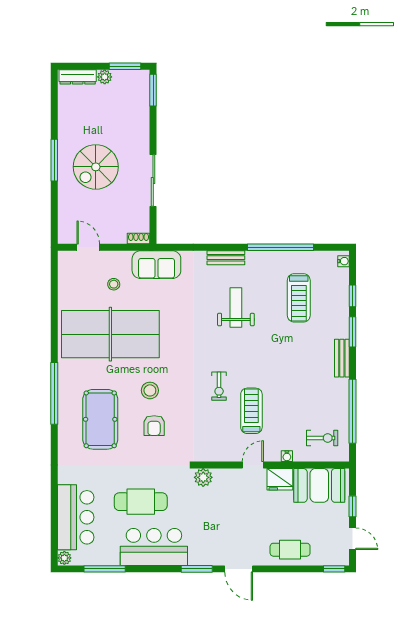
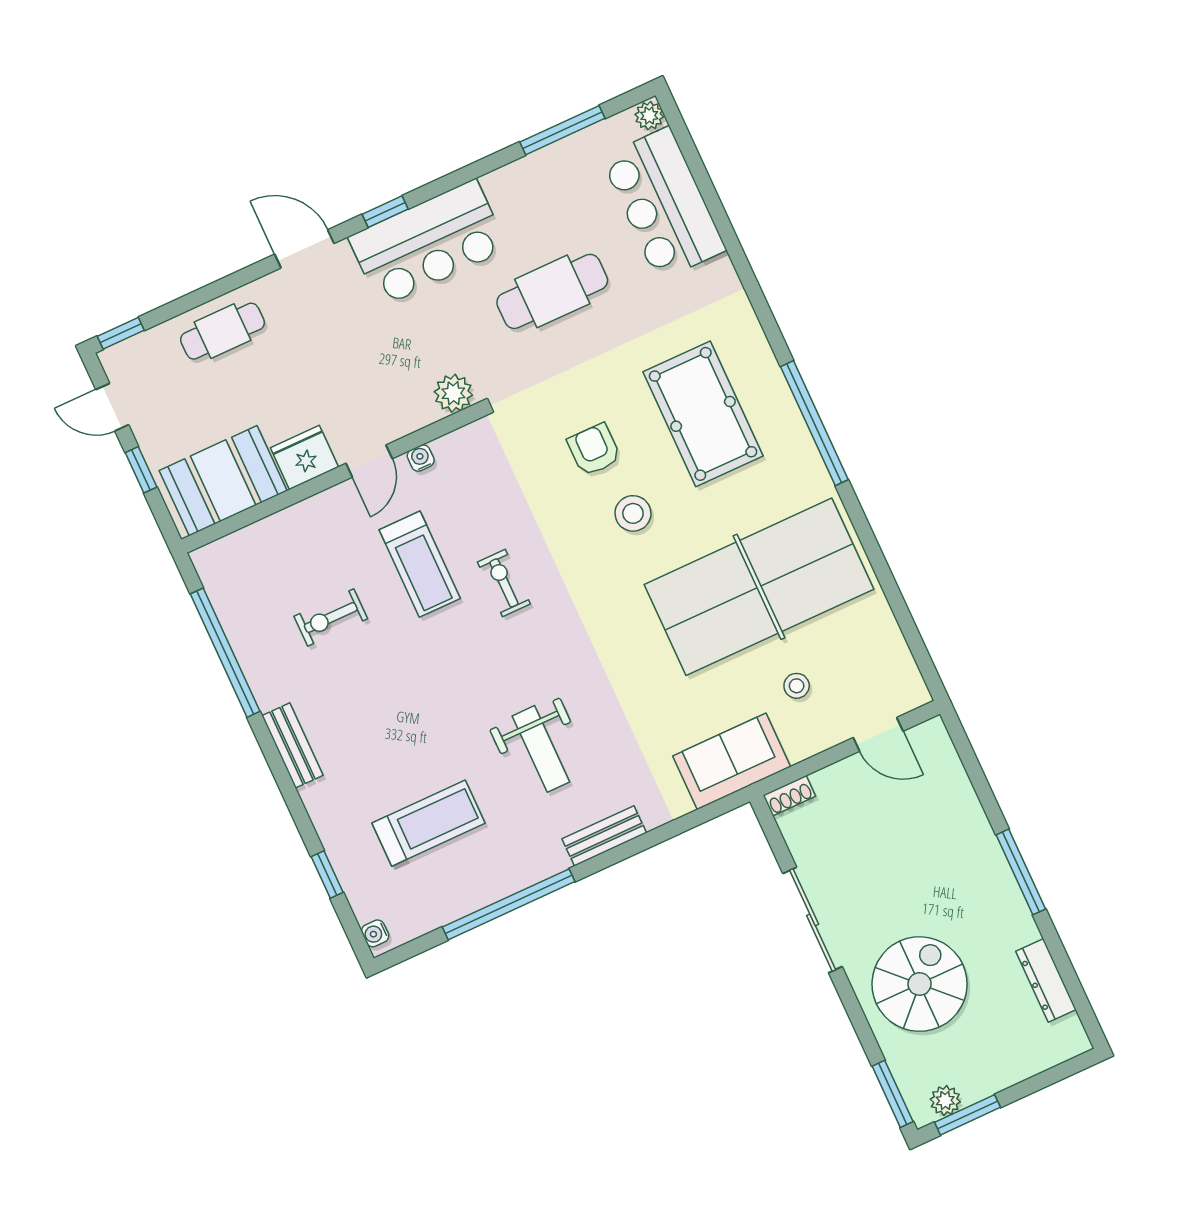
dresser: (78, 77) -> (1046, 980), moved, turned -90
plant: (105, 77) -> (945, 1101), moved
spiral stairs: (96, 167) -> (920, 984), moved
treadmill: (299, 298) -> (428, 823), turned 90
window: (352, 332) -> (295, 805), removed
exercise bike: (322, 438) -> (331, 617), moved
water cooler: (287, 456) -> (421, 458), moved
bar counter: (154, 547) -> (428, 243), moved
window: (197, 569) -> (385, 212), width x0.67

